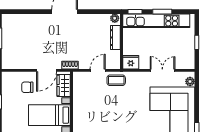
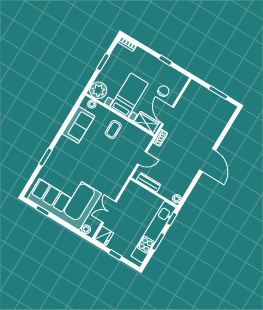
dresser: (115, 38) -> (149, 182), moved
fridge: (131, 62) -> (104, 236), moved
door: (98, 70) -> (142, 158), hinge flipped
double door: (162, 70) -> (109, 212), swing flipped
coffee table: (116, 80) -> (113, 129), moved

